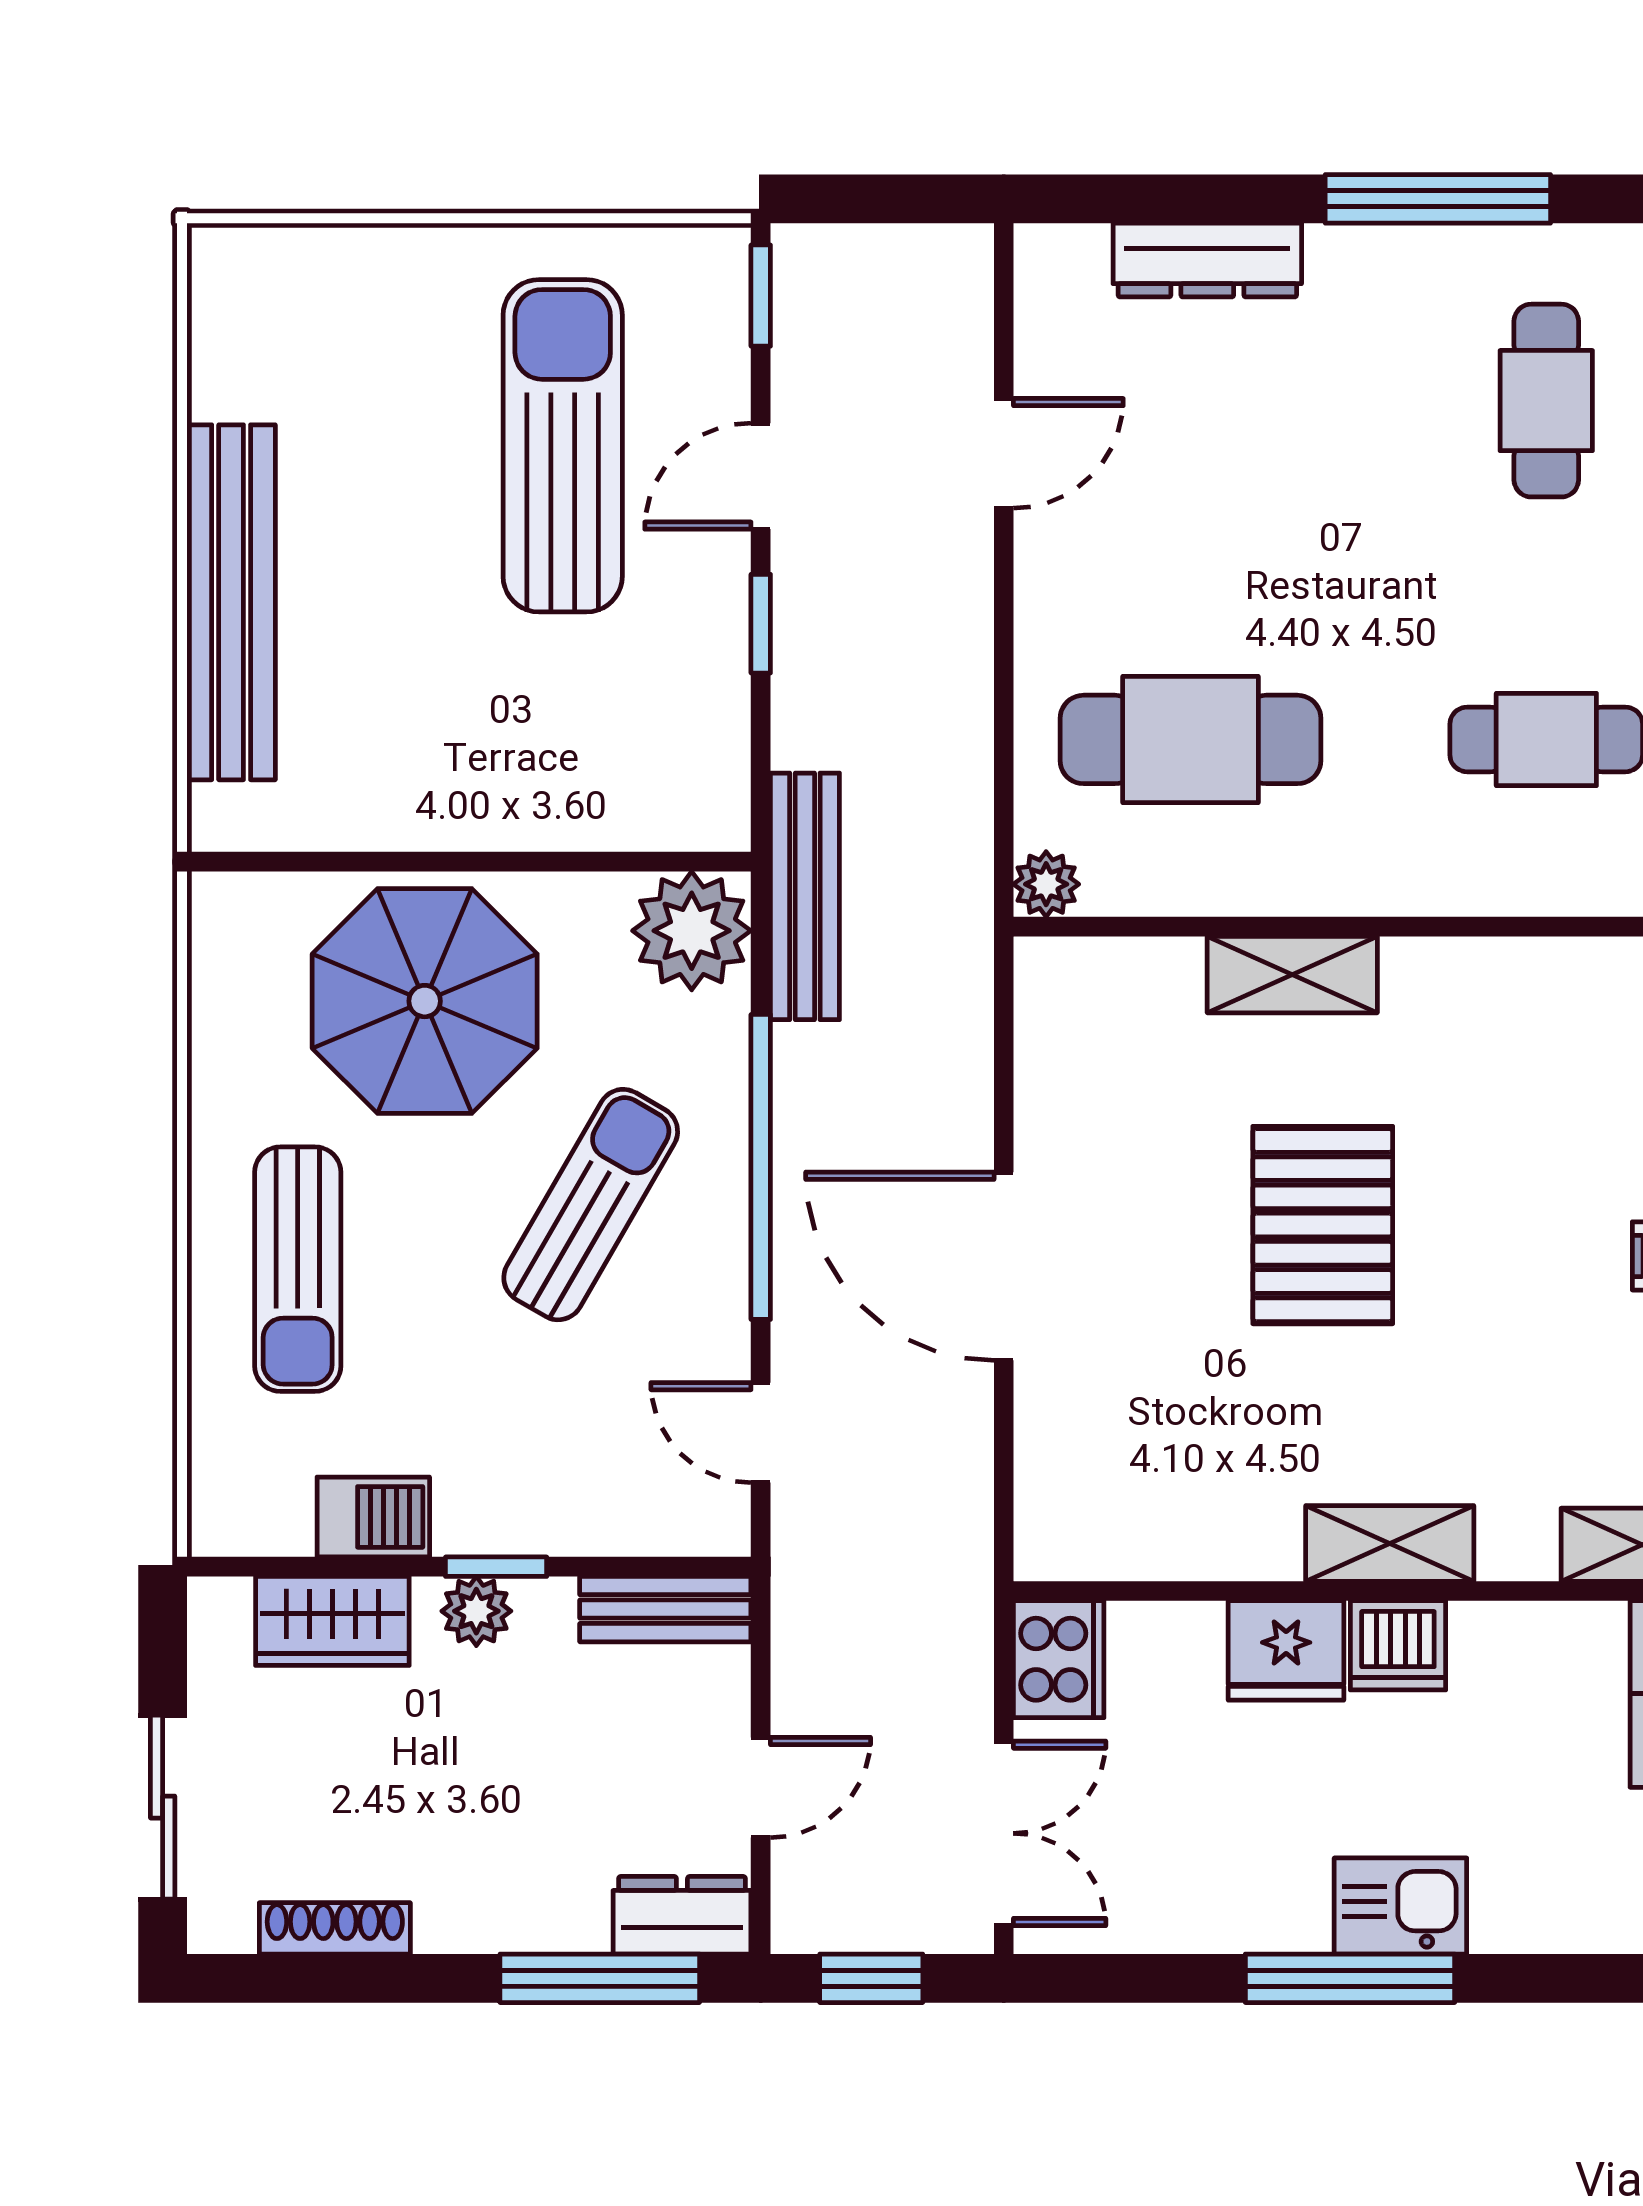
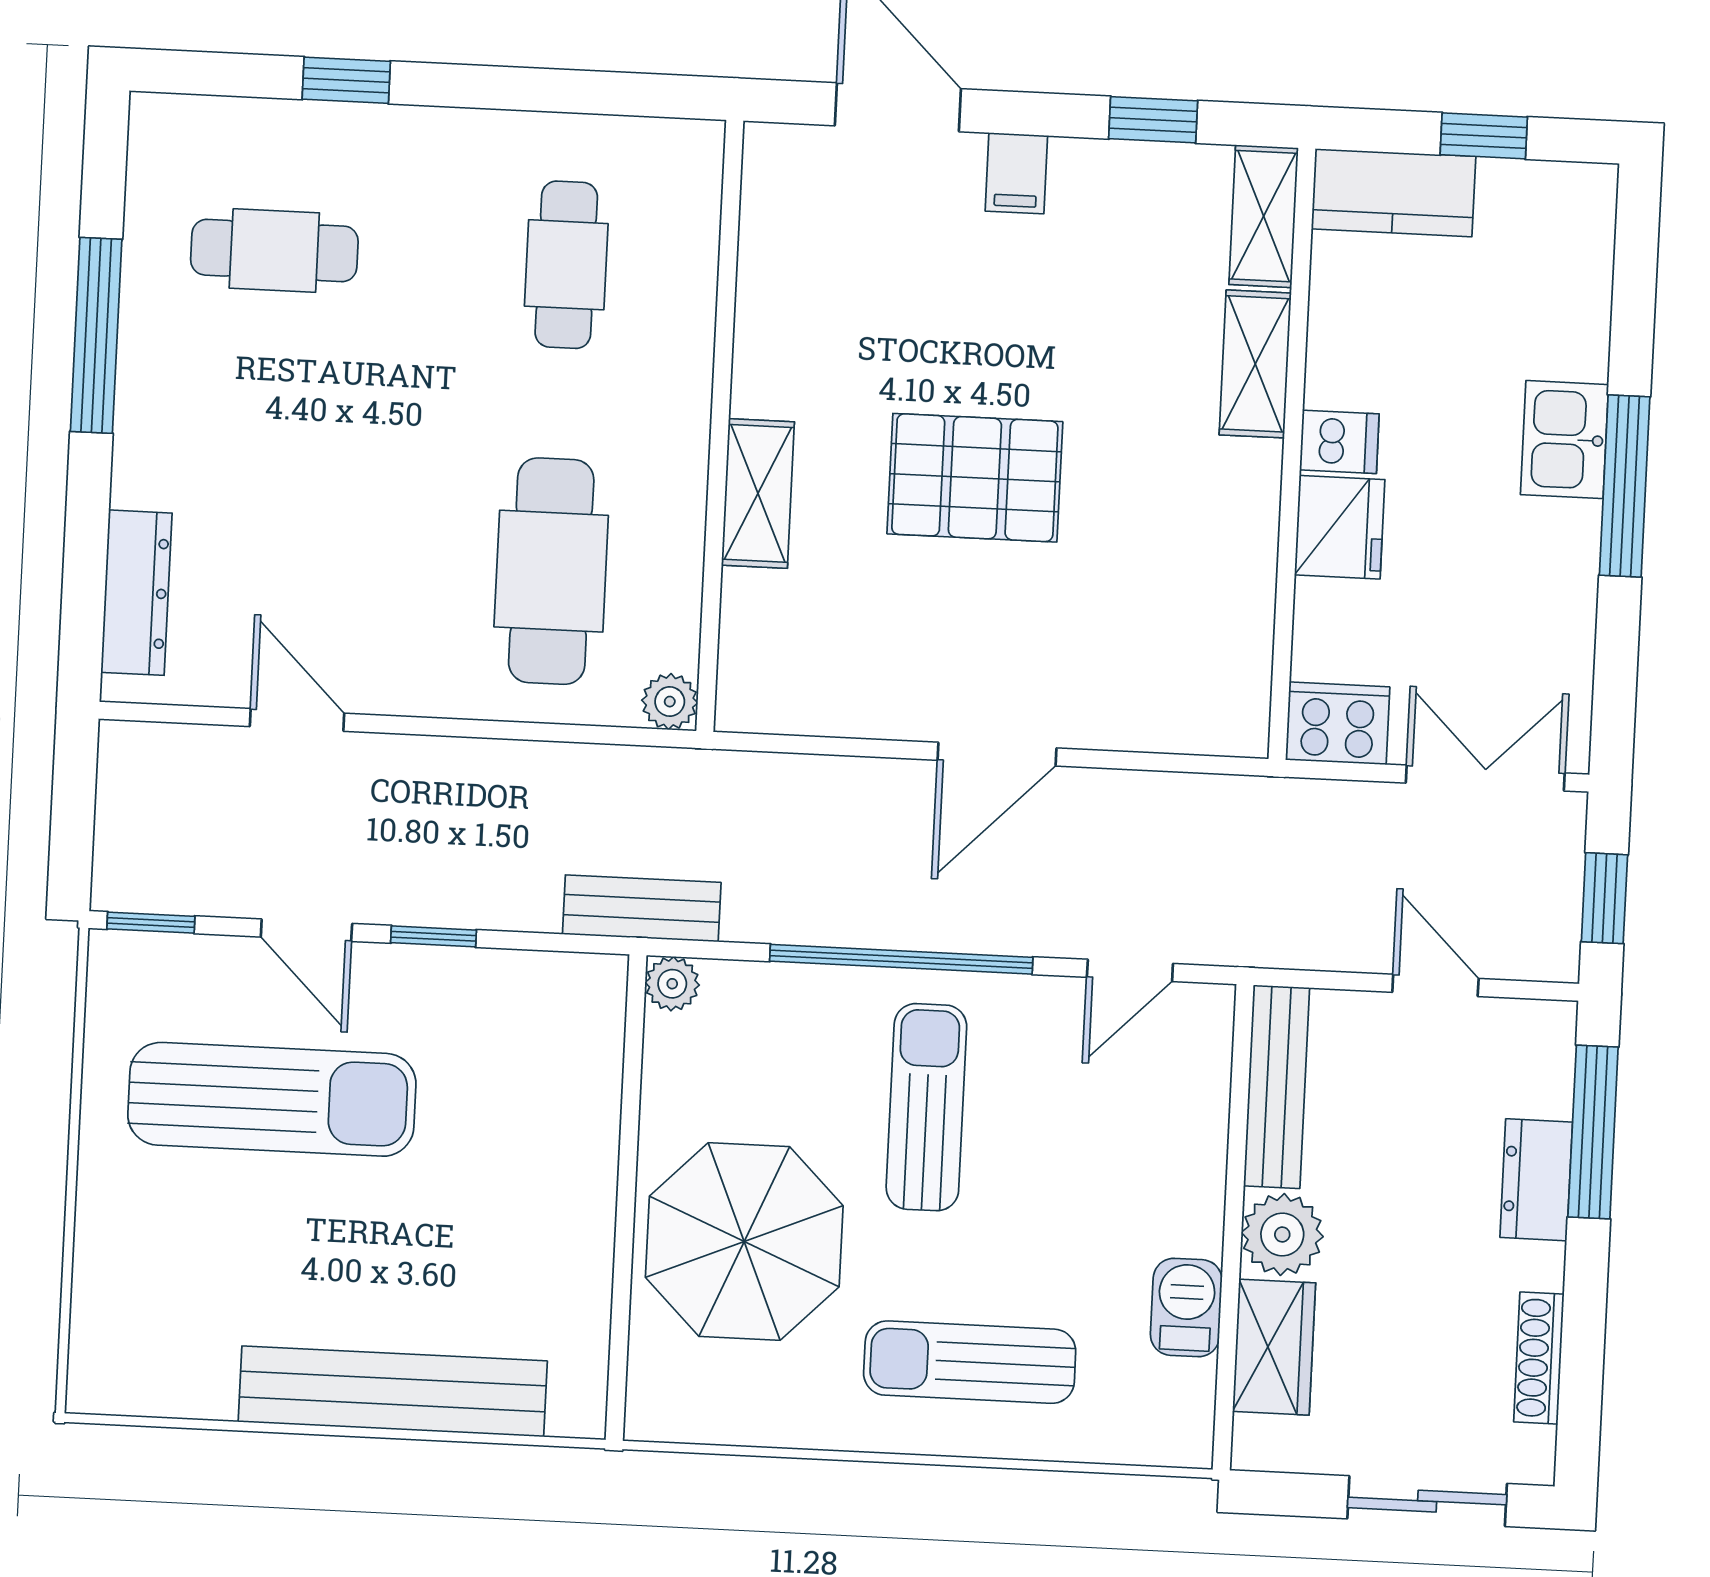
dresser: (1207, 260) -> (136, 593), moved
sun lounger: (563, 446) -> (272, 1099), turned 180
bench: (805, 896) -> (642, 908), width x0.73
plant: (692, 931) -> (672, 984), width x0.53, depth x0.53
sun lounger: (591, 1205) -> (926, 1107), turned 60
door: (1004, 1266) -> (997, 754), width x0.73
sun lounger: (298, 1269) -> (970, 1362), turned 180
shelving: (1390, 1543) -> (1255, 364), moved
window: (496, 1567) -> (1234, 1204), removed
bench: (665, 1609) -> (1277, 1087), width x1.36
plant: (476, 1611) -> (1282, 1235), width x1.38, depth x1.38
dishwasher: (1398, 1645) -> (1339, 442), width x0.73
dresser: (682, 1915) -> (1536, 1180), moved

